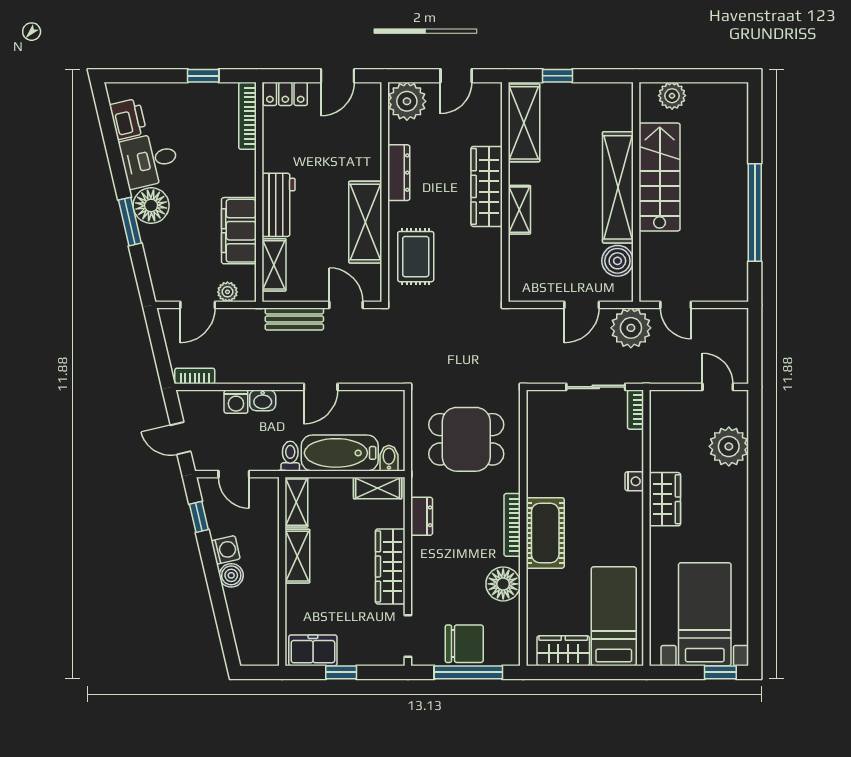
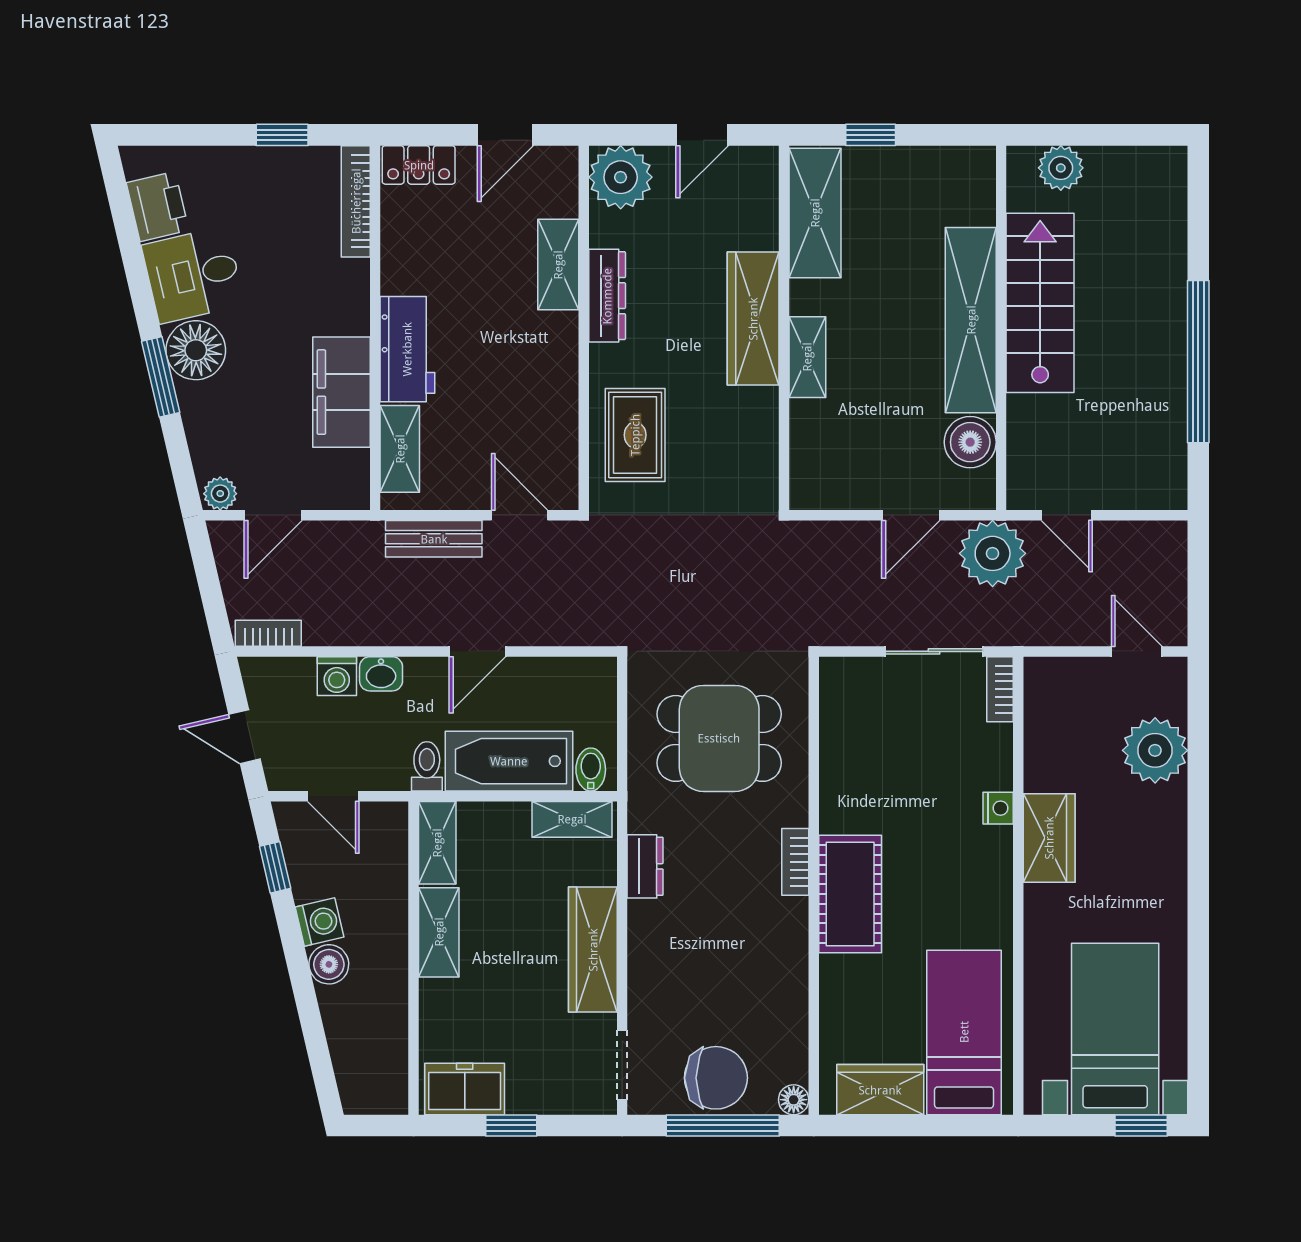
shelving: (365, 222) -> (558, 265), moved, width x0.67, depth x0.75
plant: (227, 292) -> (220, 494), moved
bookcase: (512, 525) -> (795, 862), width x0.64
floor lamp: (503, 584) -> (794, 1100), moved, width x0.53, depth x0.53

